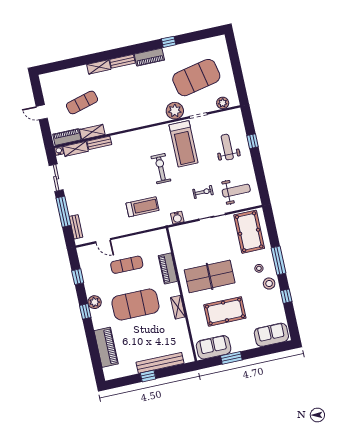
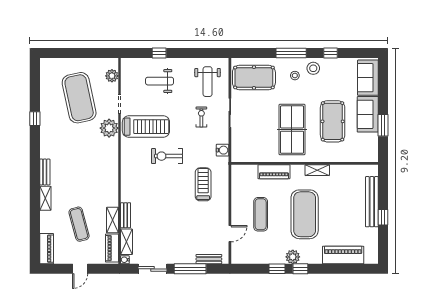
piano: (149, 57) -> (47, 249), moved
weight bench: (236, 191) -> (208, 82), turned 180
window: (78, 277) -> (277, 269), moved
sofa: (214, 347) -> (368, 114), moved

